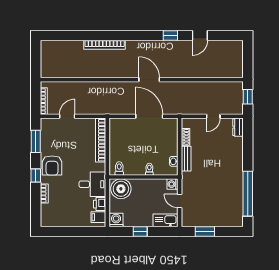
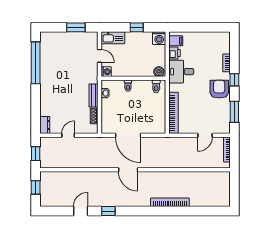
window: (248, 61) -> (36, 187), added
boiler: (121, 189) -> (159, 72), width x0.54, depth x0.54

